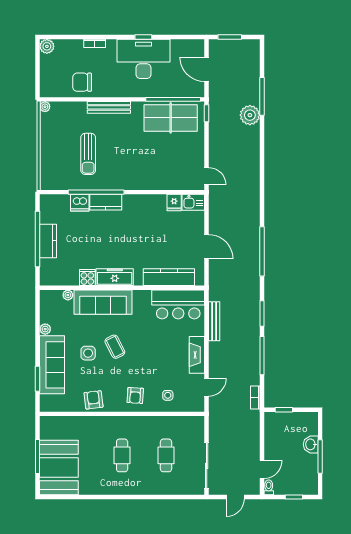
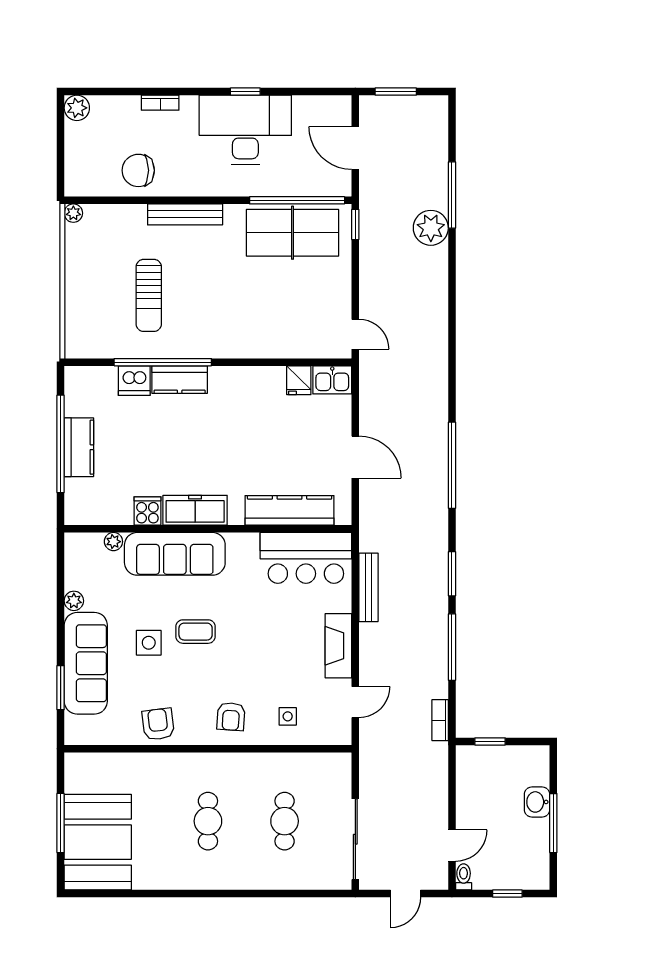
coffee table: (115, 347) -> (196, 632), turned -63

